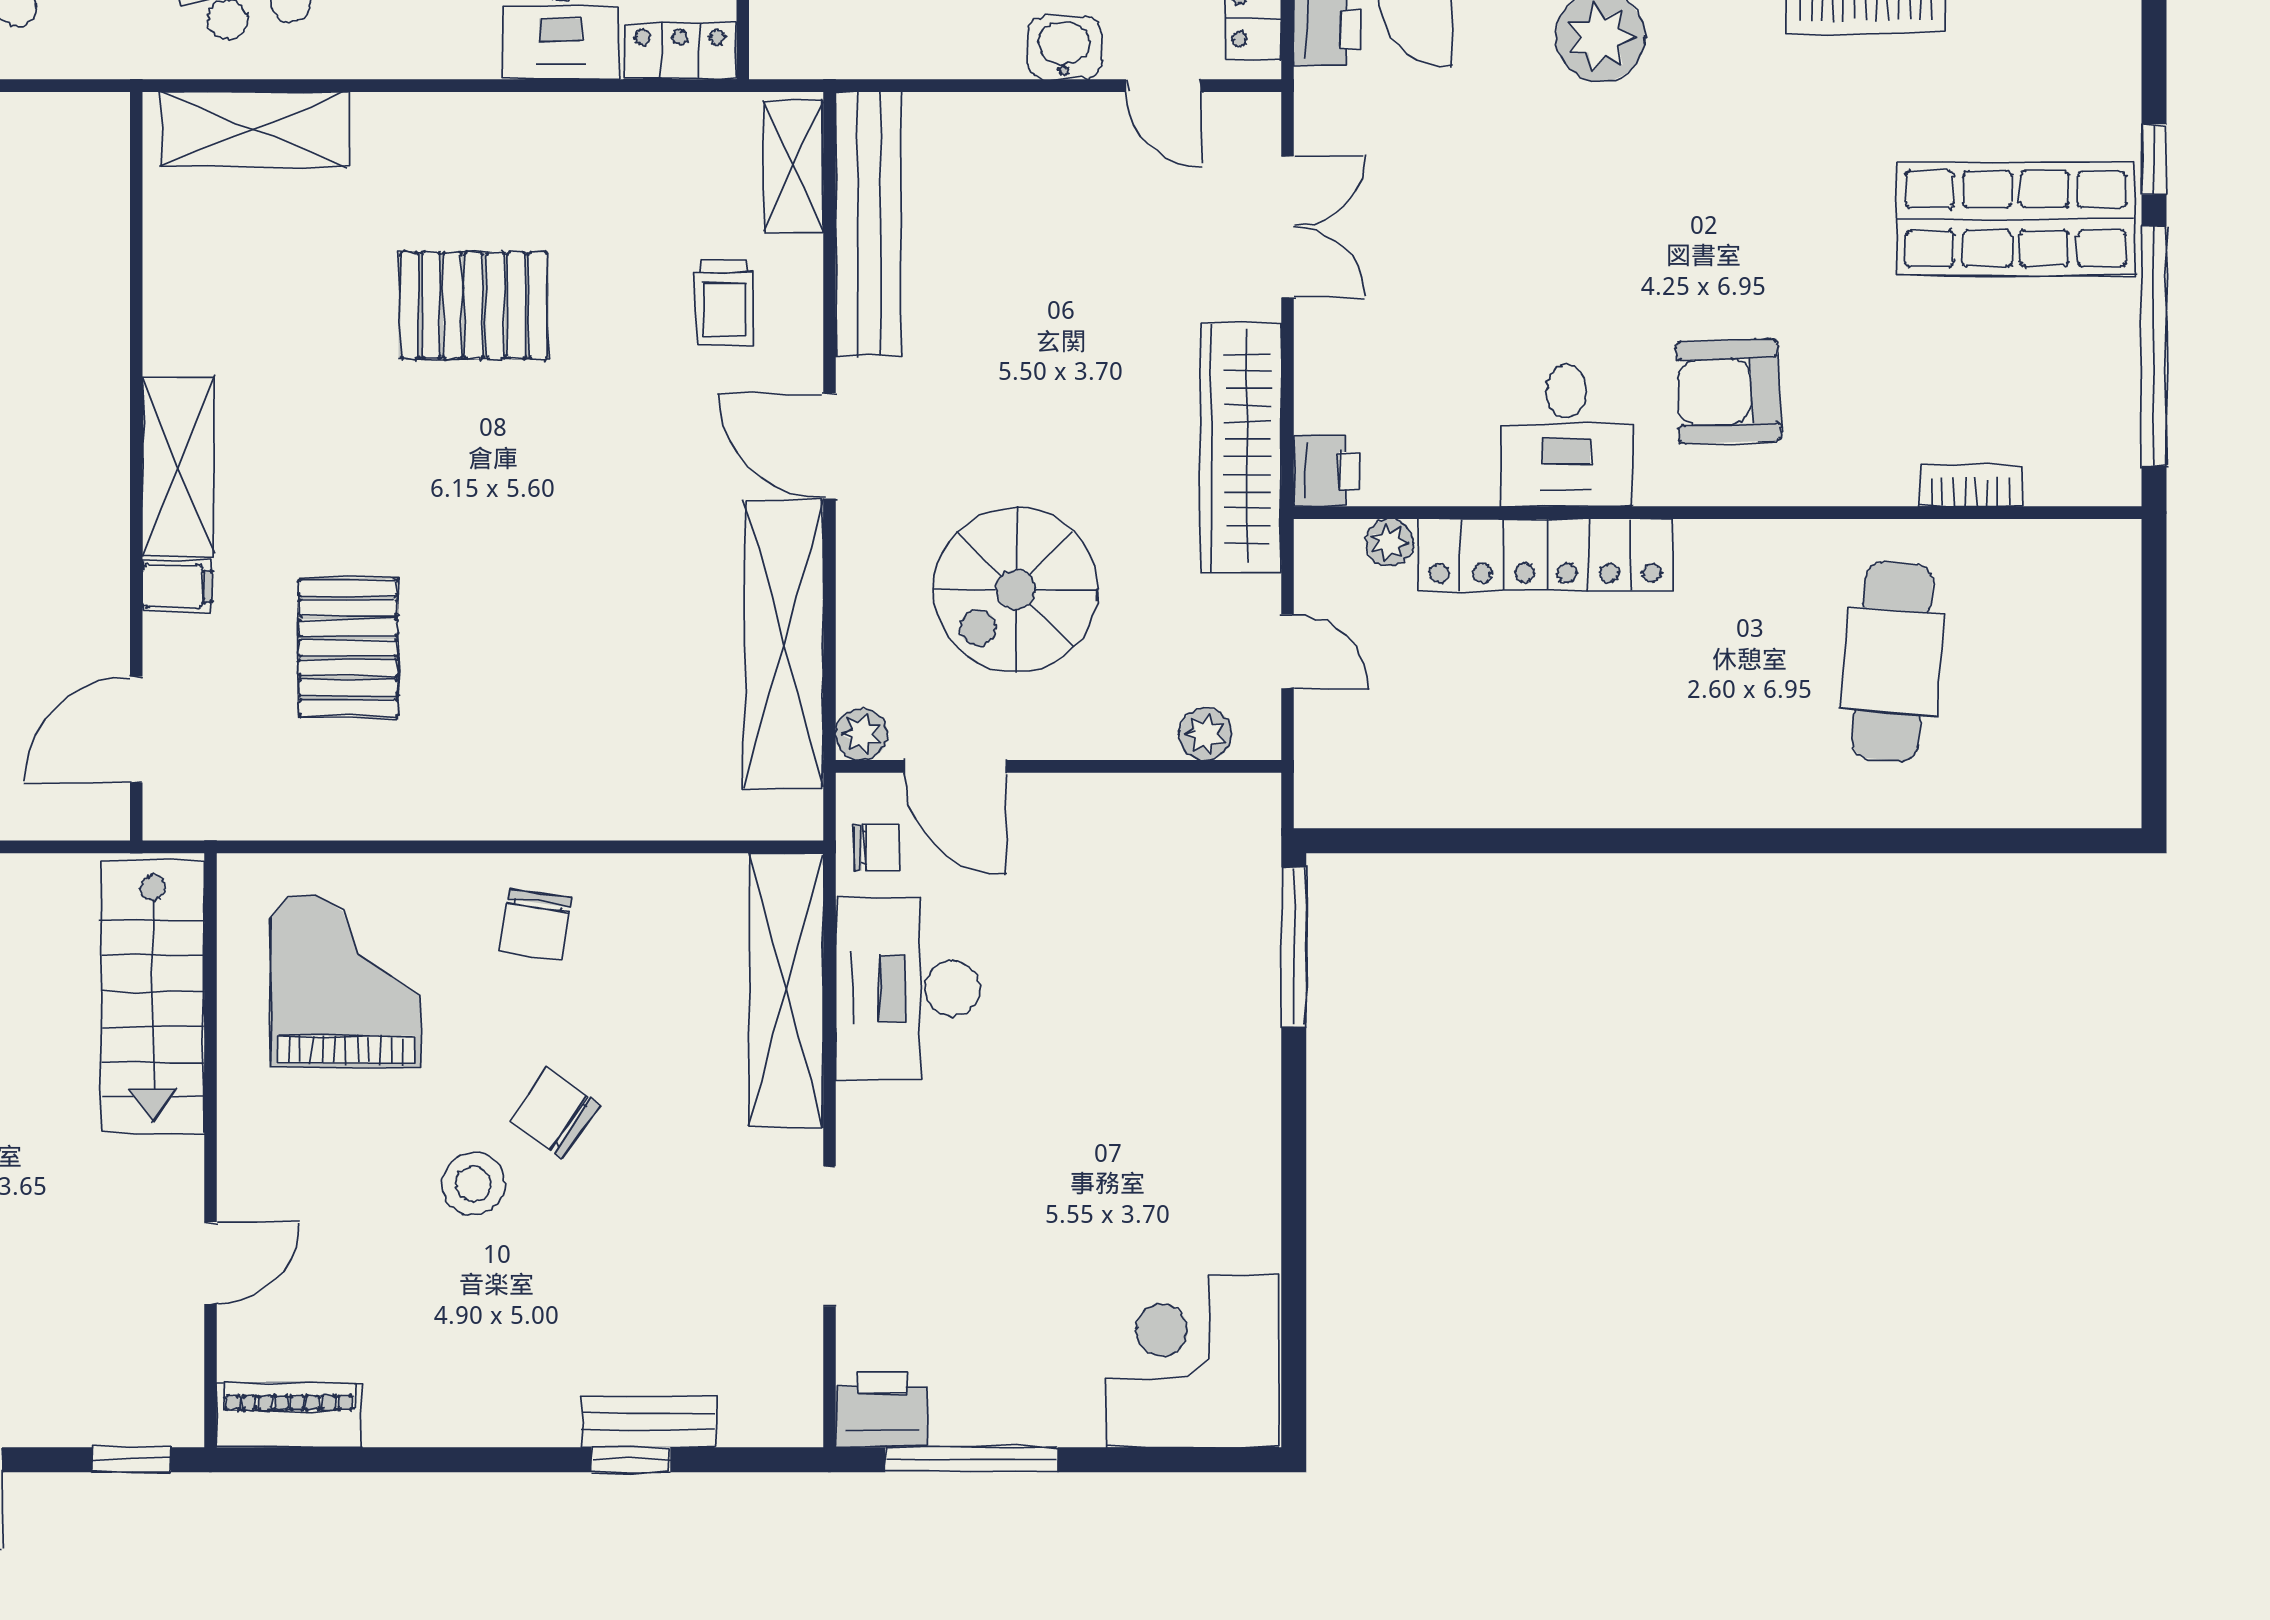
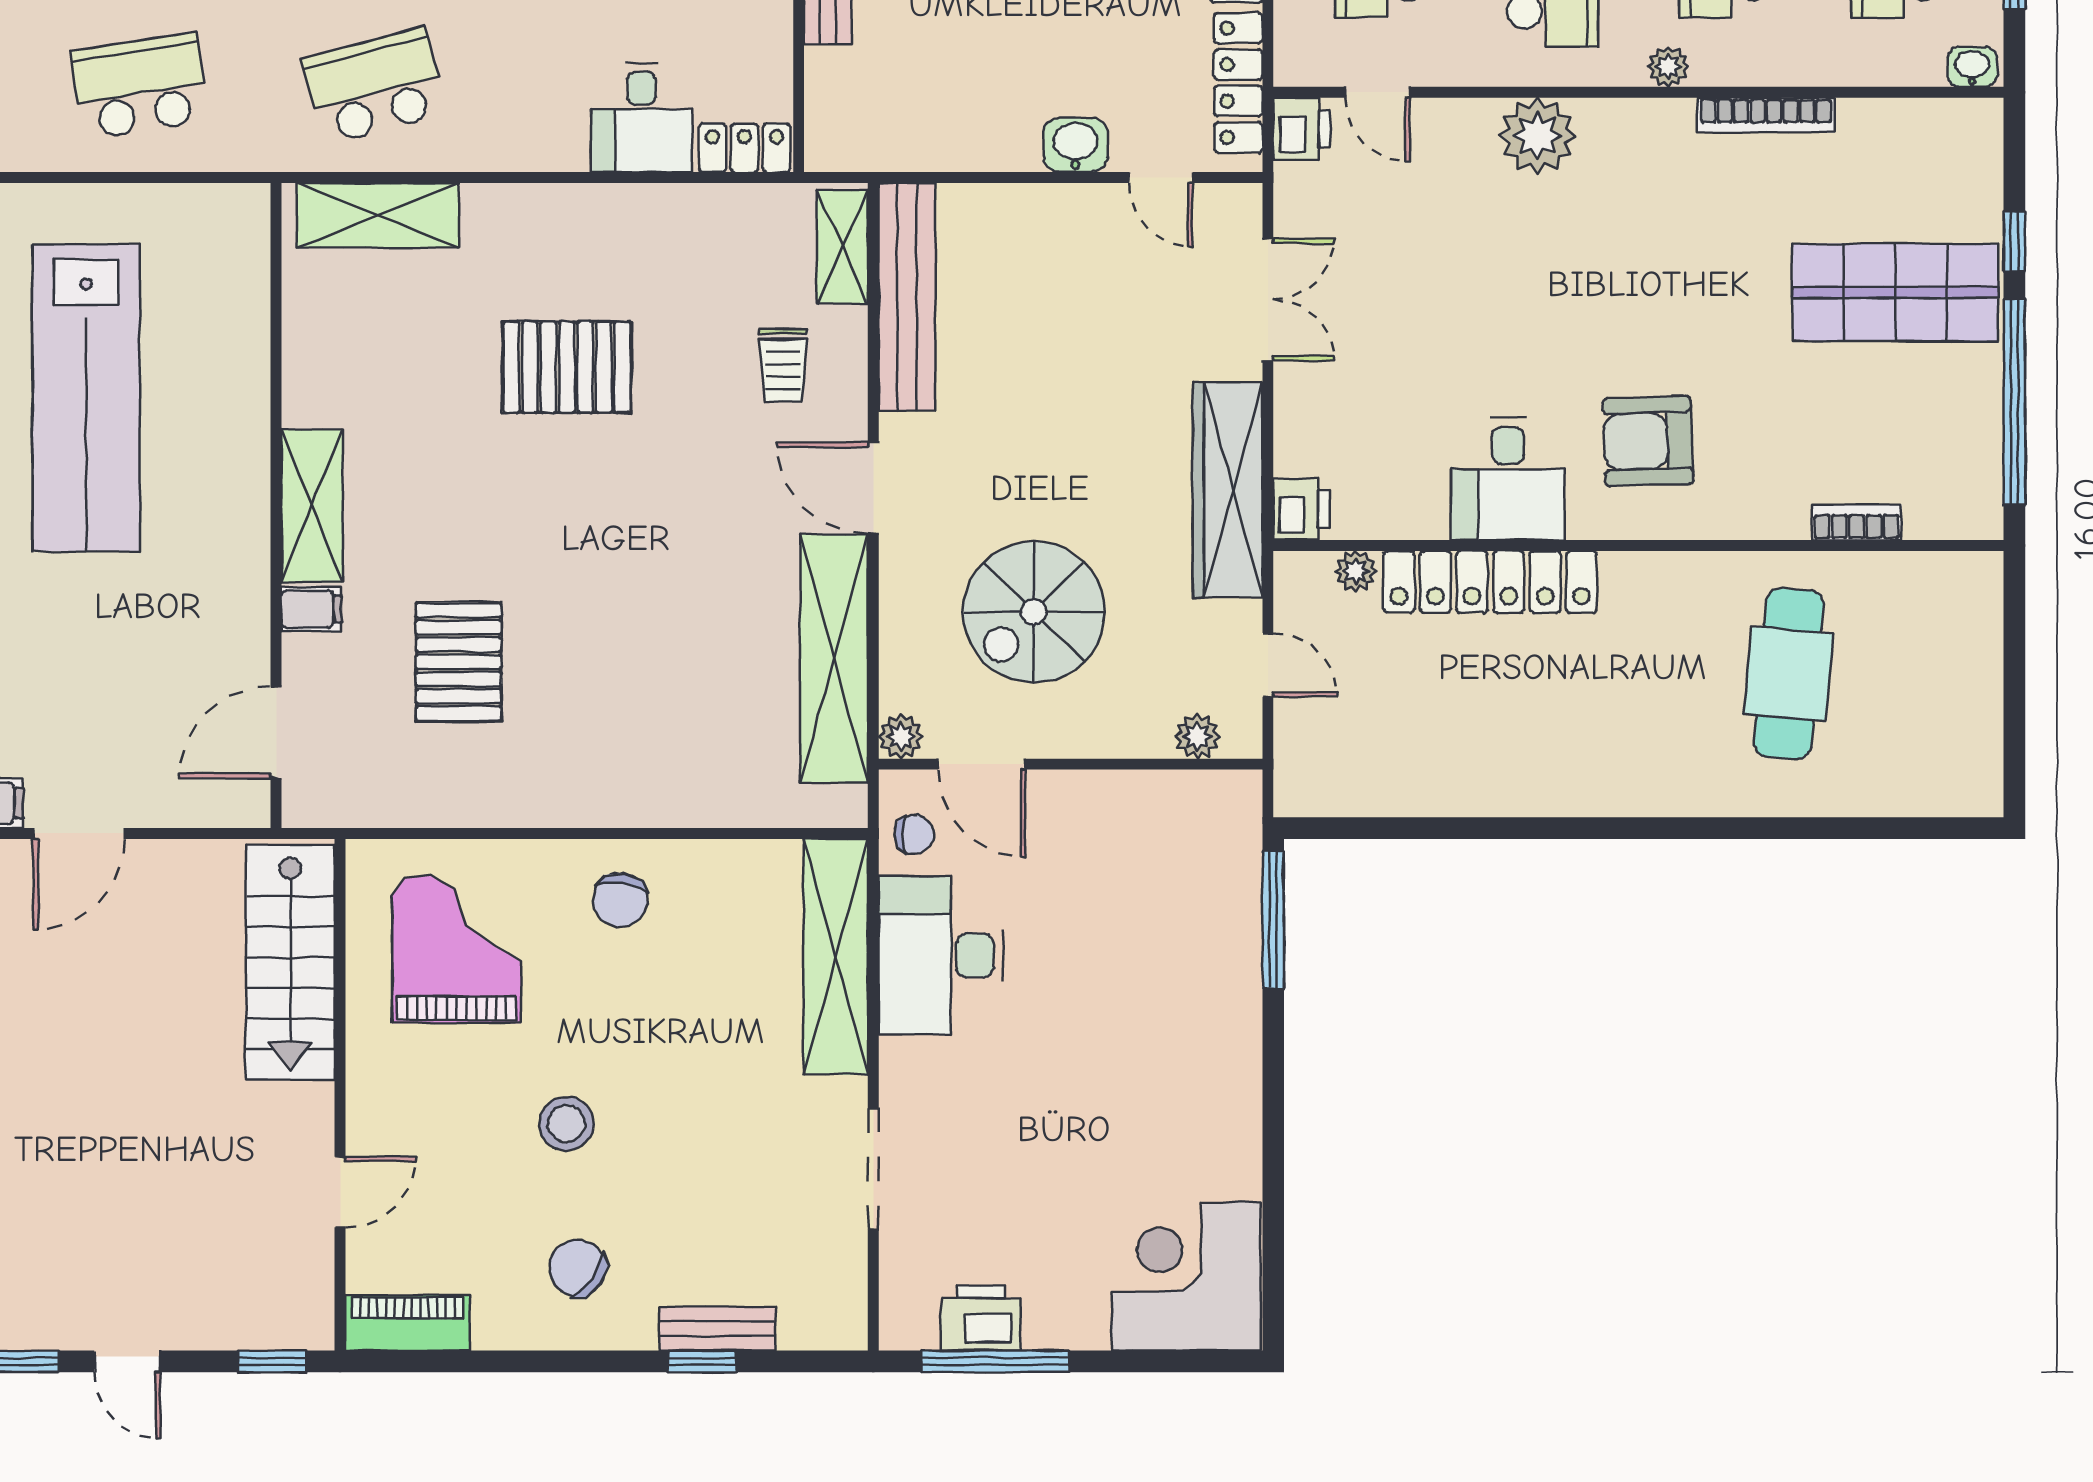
chair: (555, 1113) -> (578, 1268), moved
printer: (882, 1409) -> (981, 1318), moved

